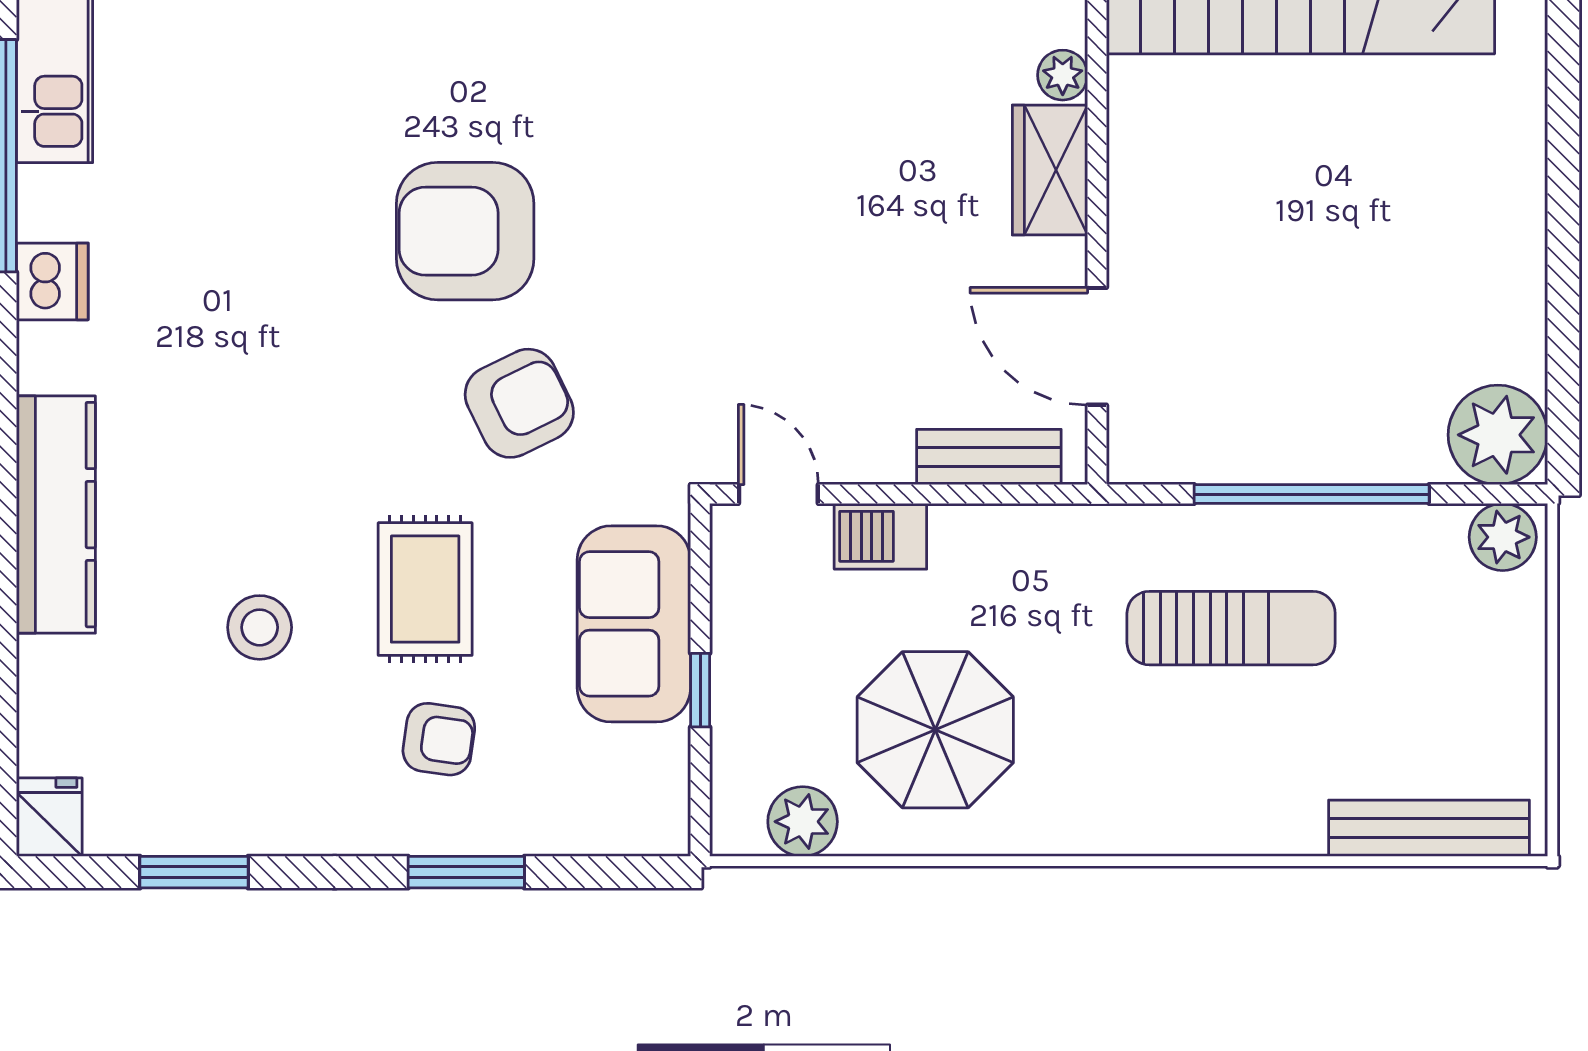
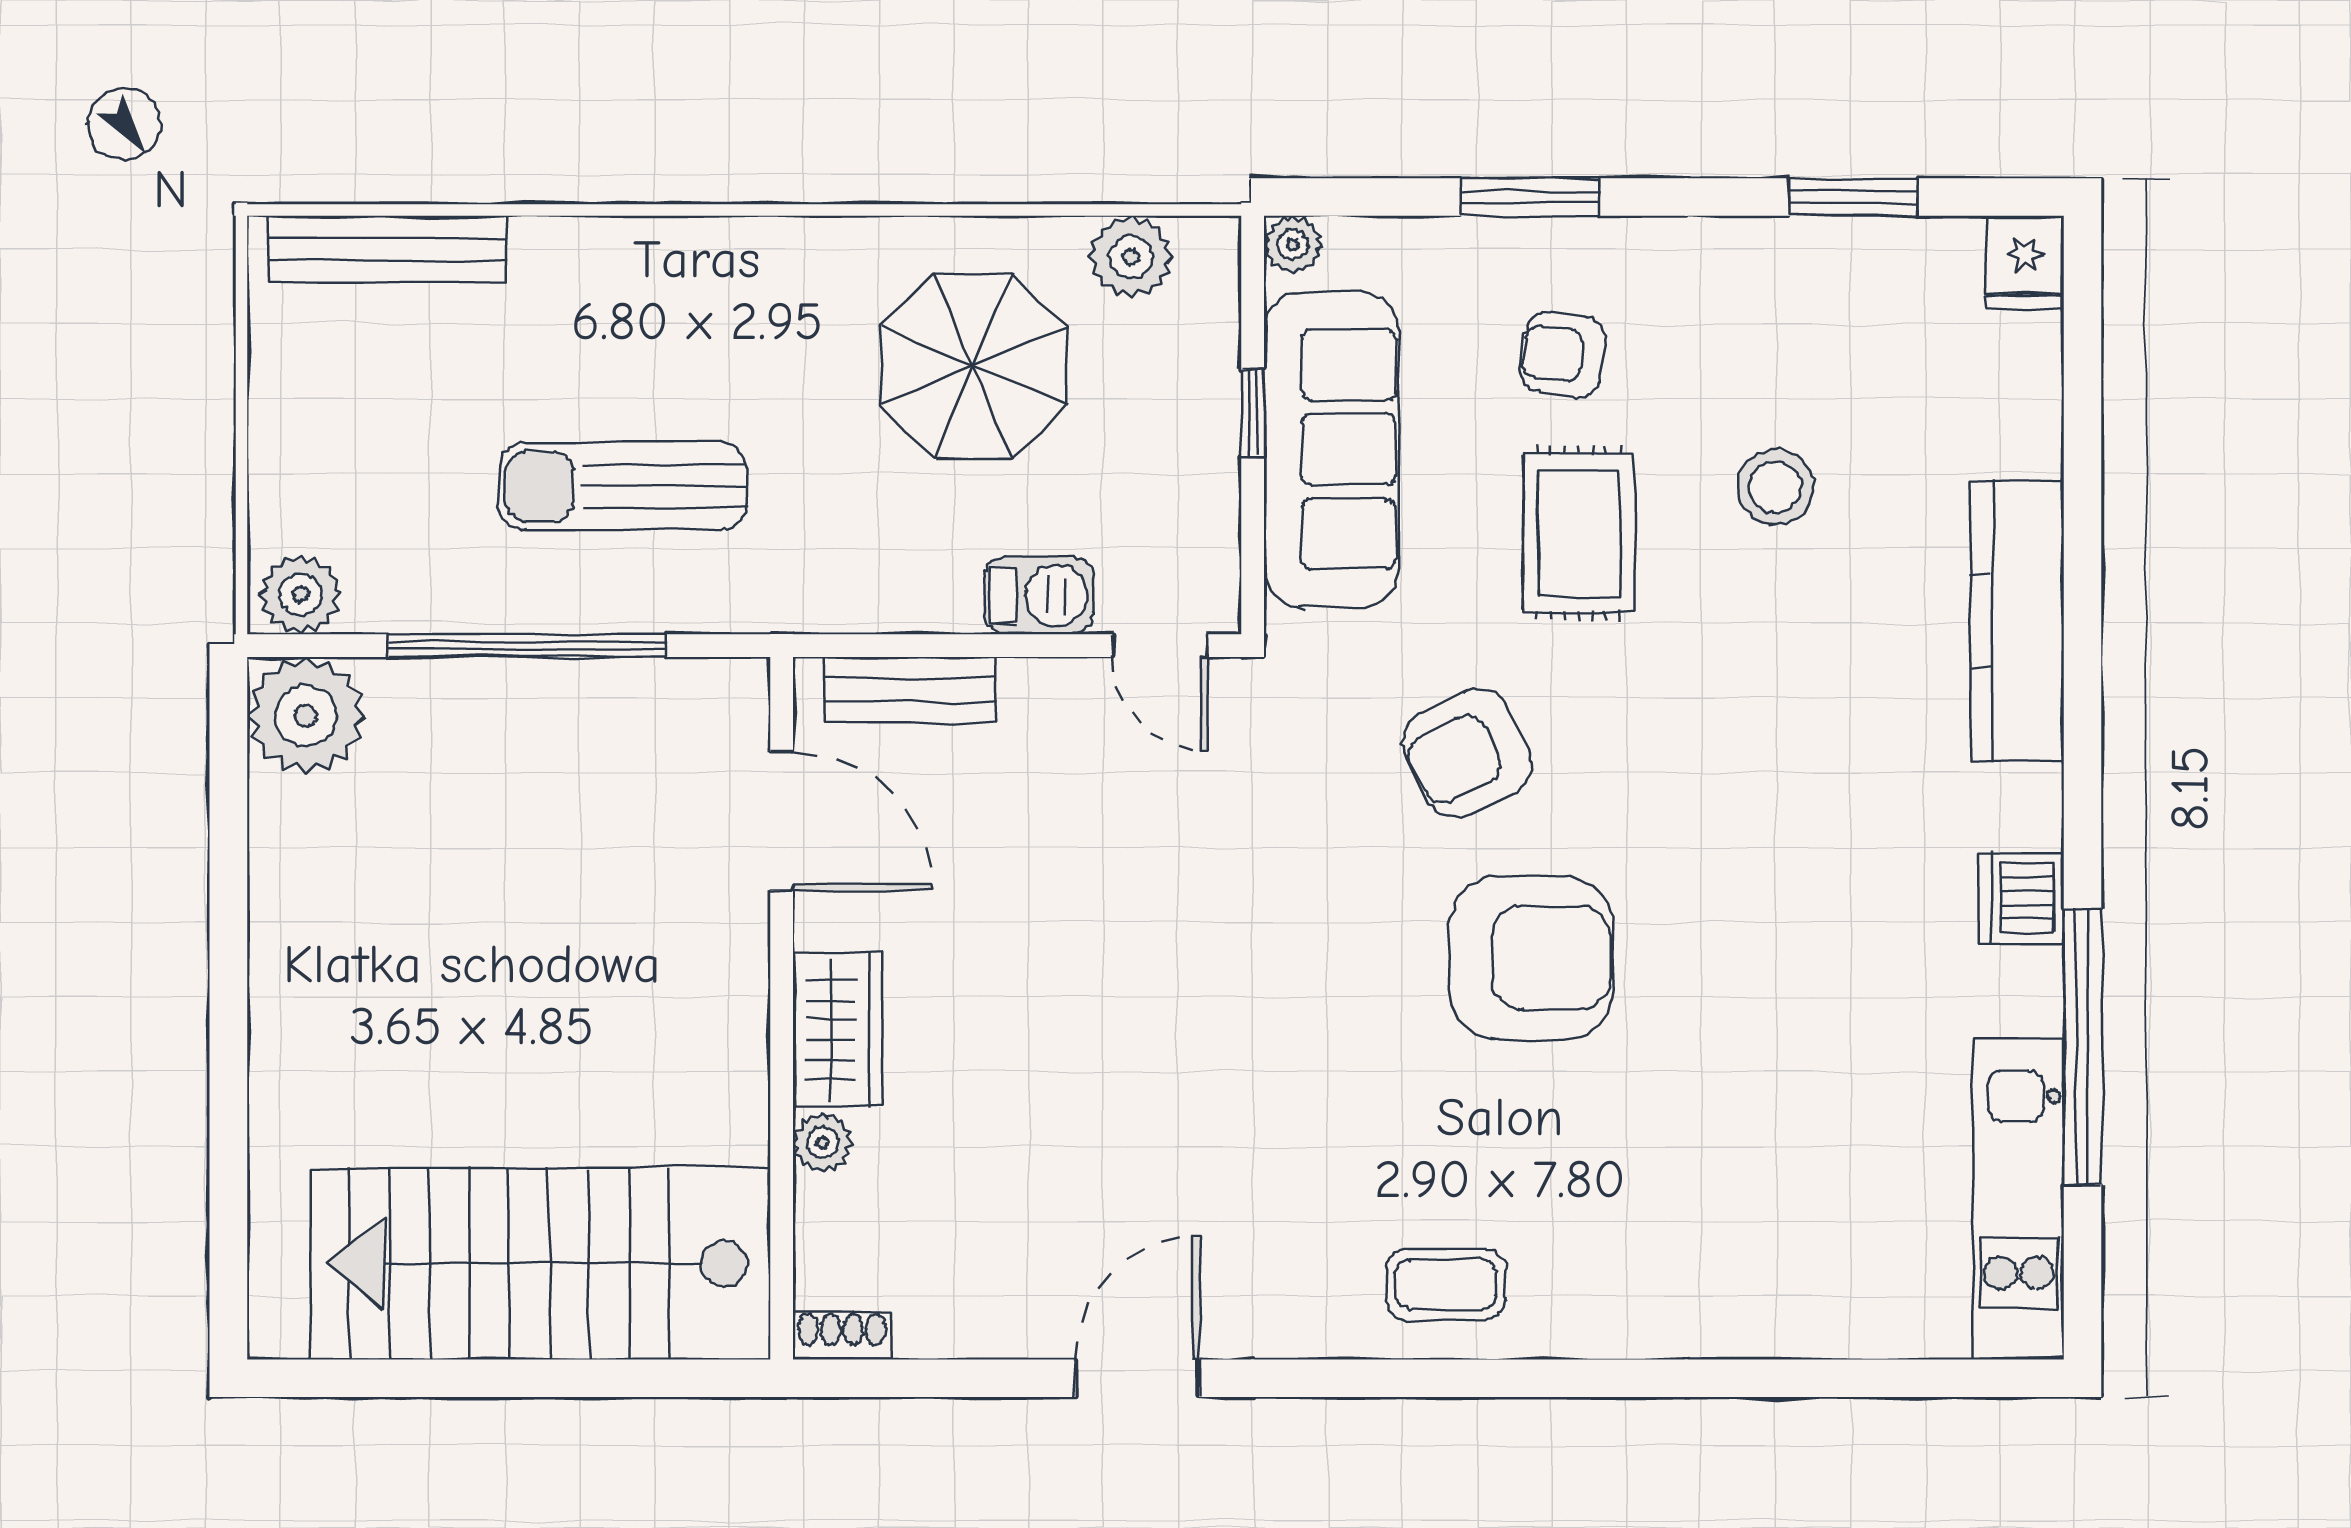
sofa: (634, 624) -> (1331, 450), width x1.36
plant: (666, 832) -> (1293, 245), added

